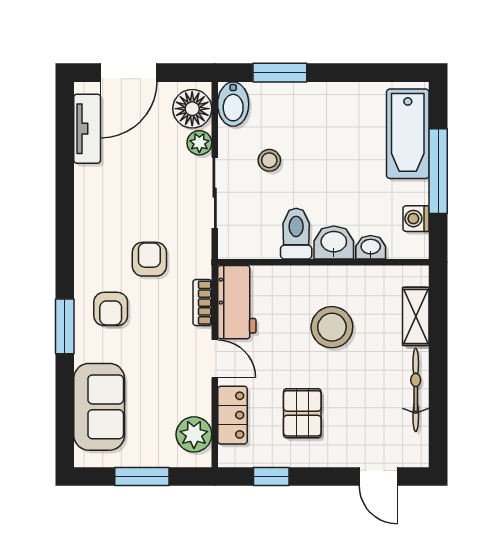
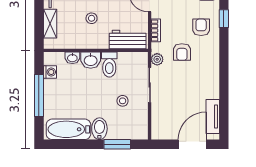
bidet: (233, 104) -> (99, 129), moved
floor lamp: (192, 109) -> (161, 126), removed
bathtub: (408, 134) -> (68, 129), moved, turned -90
plant: (199, 143) -> (157, 59), moved
workbench: (237, 302) -> (128, 39), moved, turned 90
window: (65, 326) -> (224, 19), width x0.67
stool: (332, 327) -> (92, 18), width x0.53, depth x0.53

